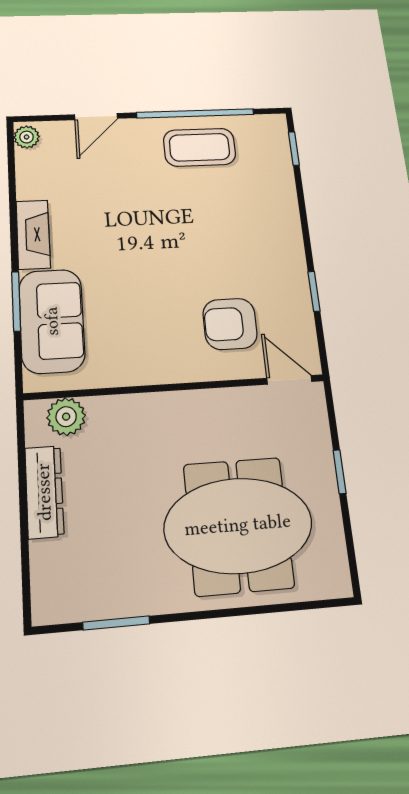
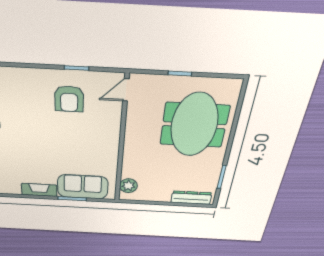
armchair: (230, 324) -> (69, 99), moved
dresser: (44, 492) -> (191, 198), moved

